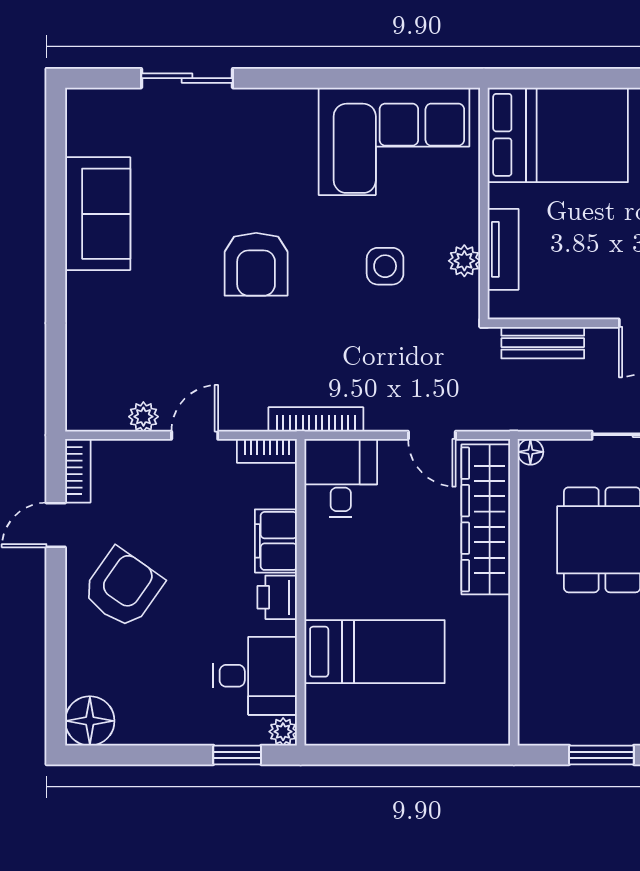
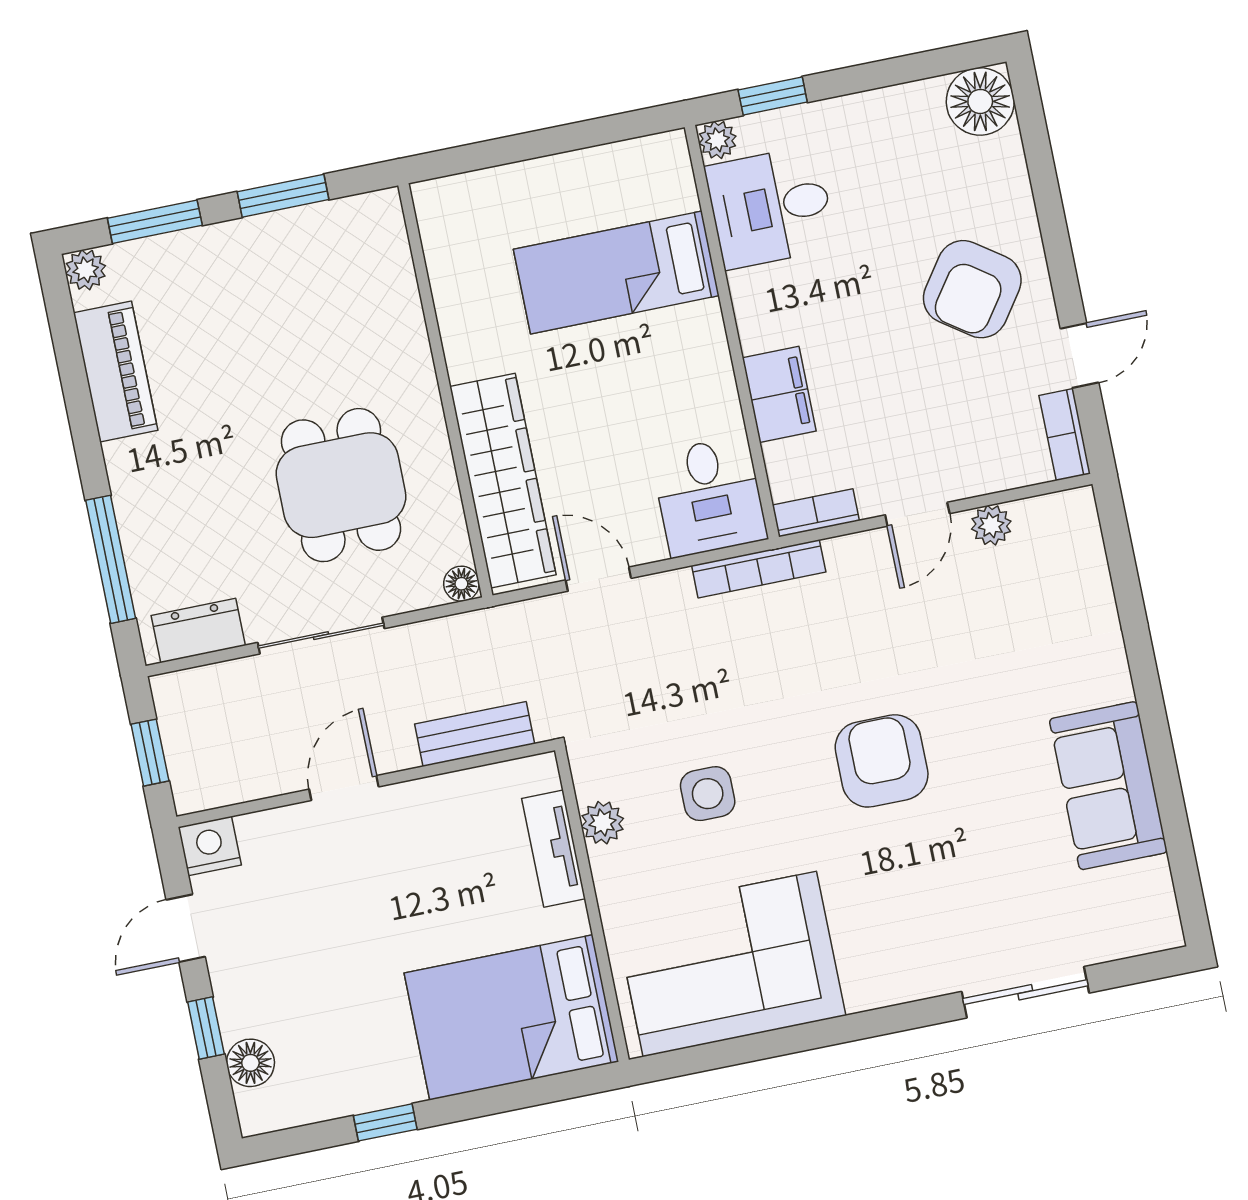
printer: (277, 597) -> (762, 319), removed

